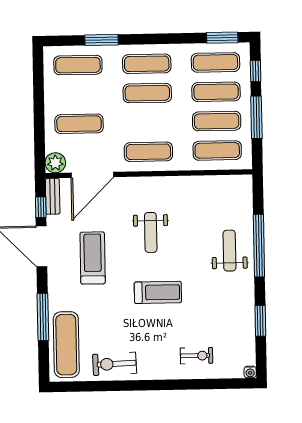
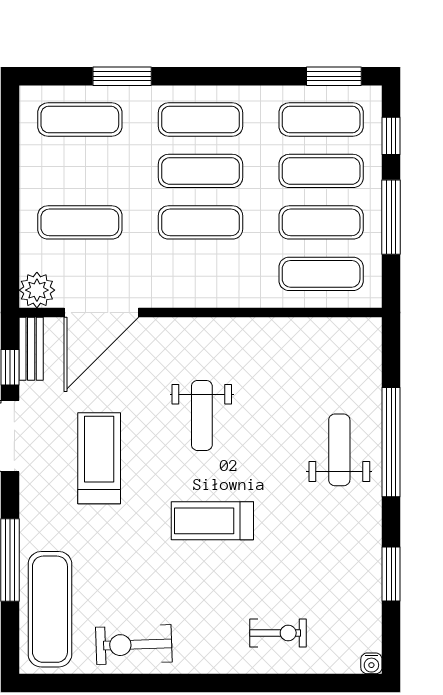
exercise mat: (148, 152) -> (200, 222), moved
treadmill: (158, 292) -> (212, 521), turned 180

